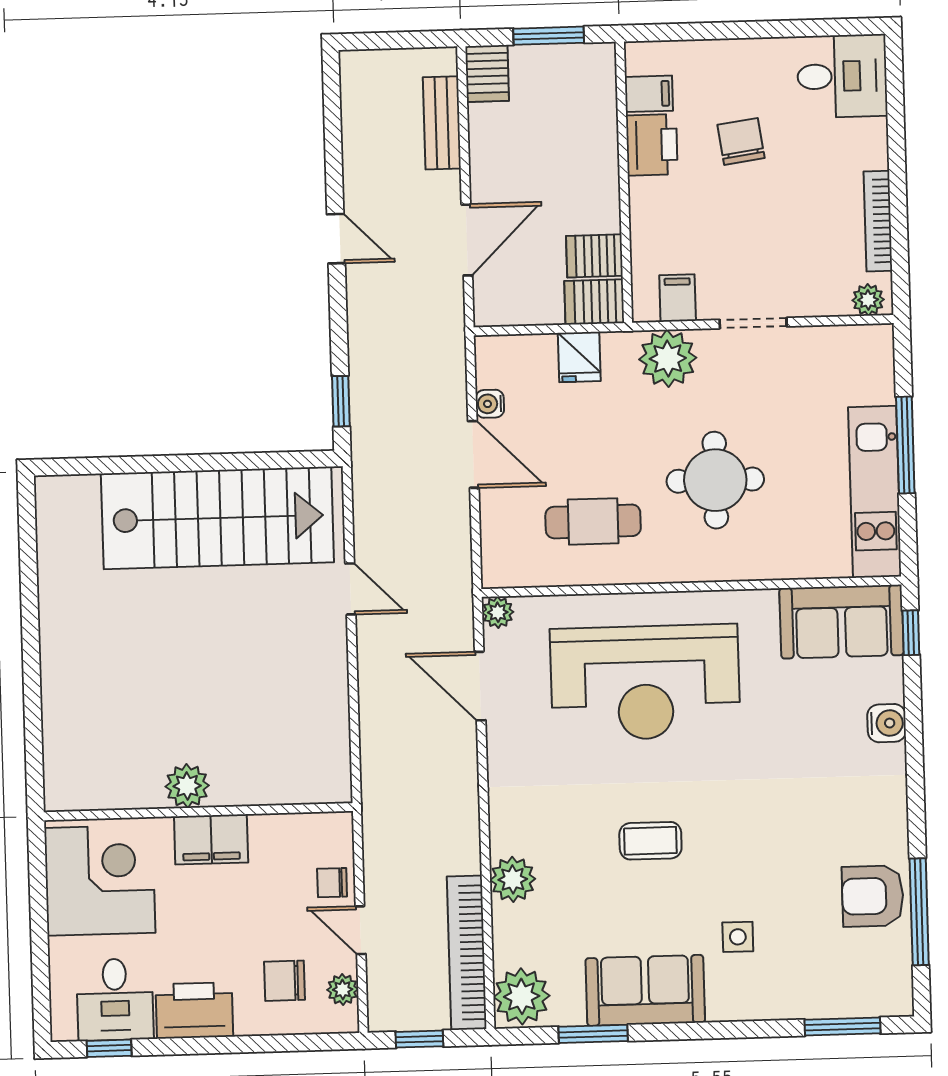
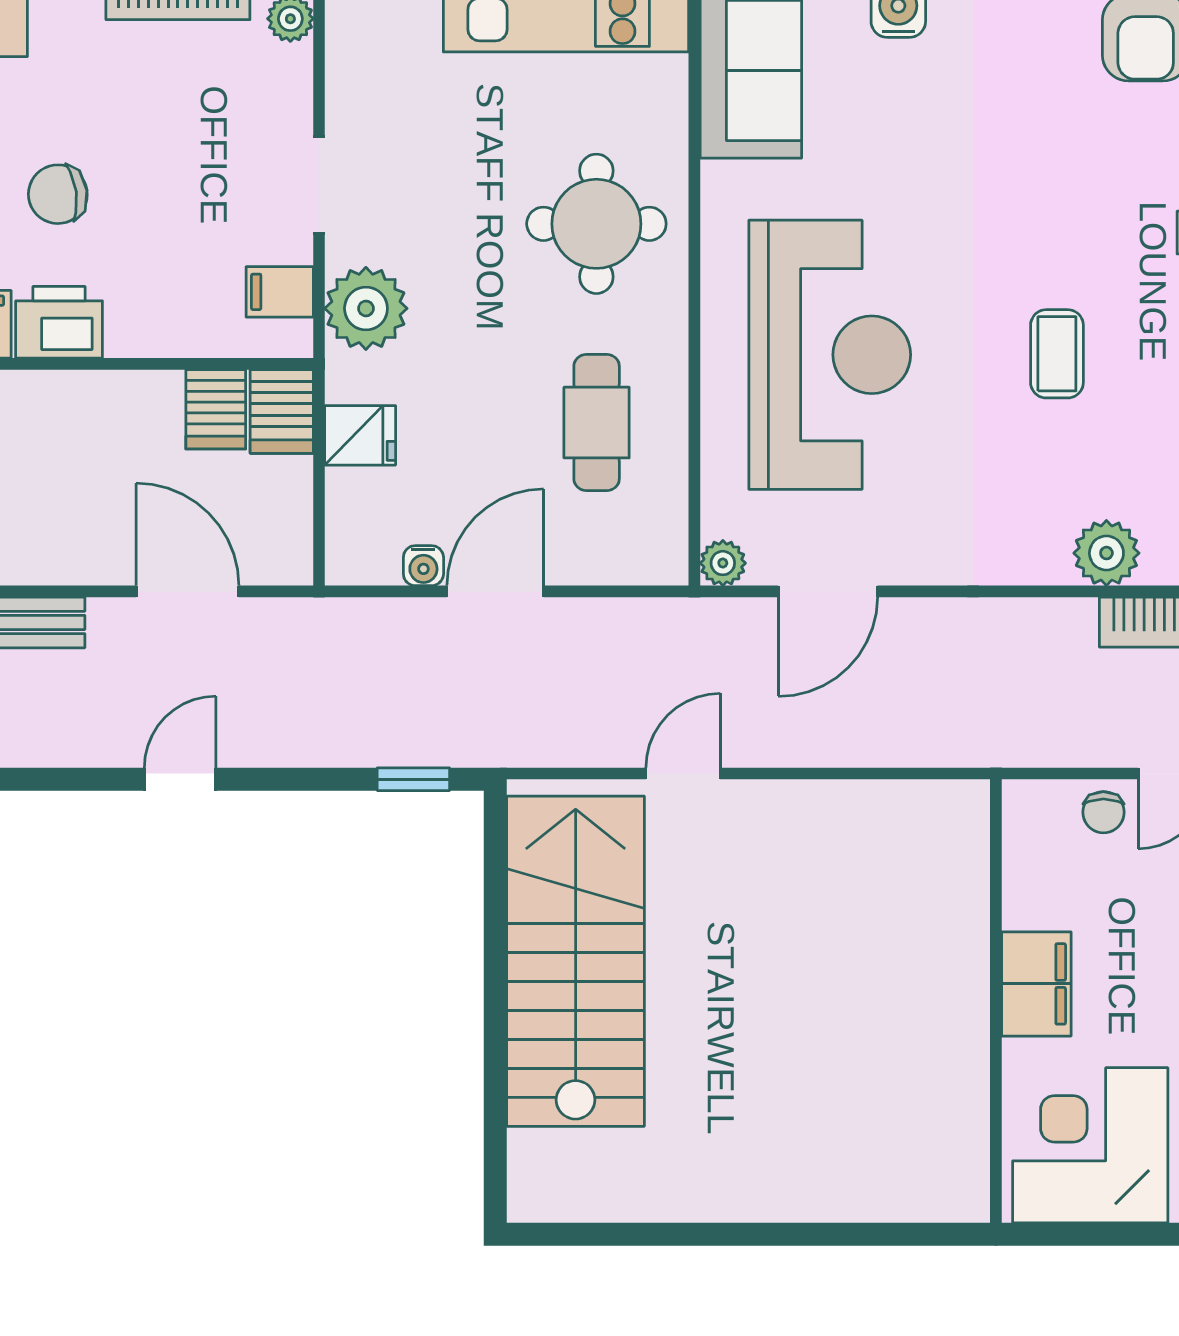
round table: (715, 480) -> (596, 224), moved
plant: (187, 786) -> (959, 1016), removed

